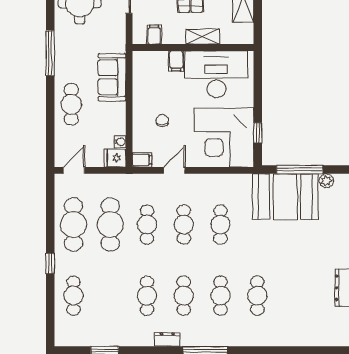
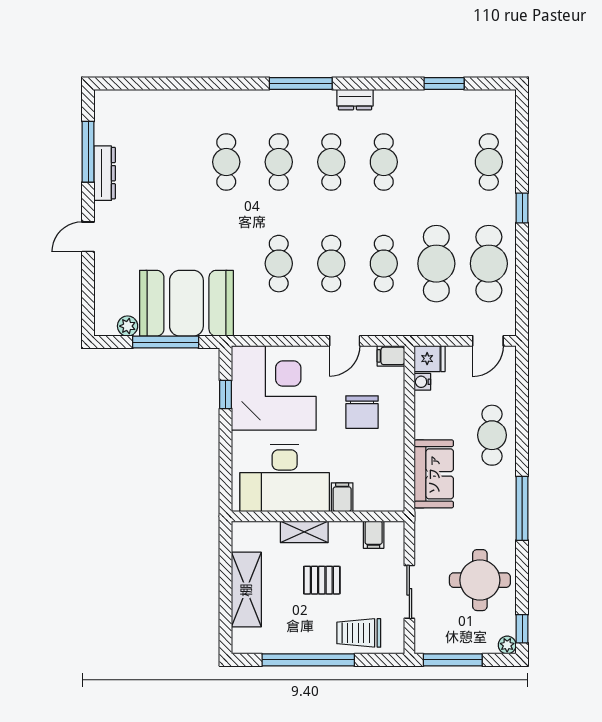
chair: (162, 121) -> (362, 412), width x1.87, depth x1.87

